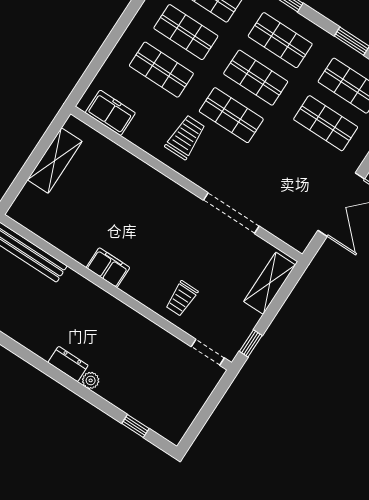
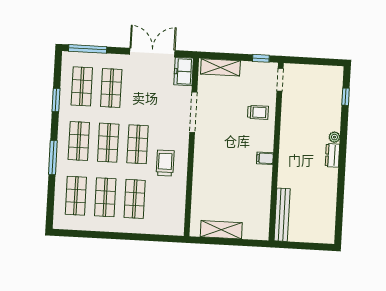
freezer: (110, 113) -> (184, 71), moved
trolley: (185, 137) -> (165, 163), turned 90
filing cabinet: (108, 268) -> (265, 158), width x0.50

